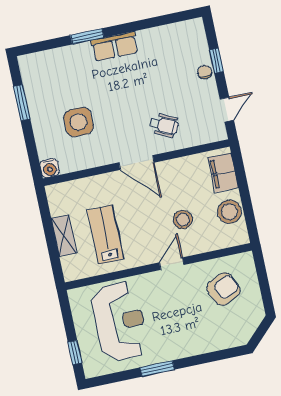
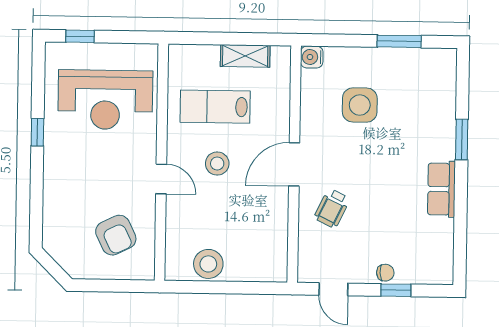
row of seats: (115, 46) -> (441, 189), moved
filing cabinet: (223, 173) -> (258, 267), removed
stool: (183, 220) -> (217, 164), moved
lab bench: (106, 235) -> (215, 107), turned 180
shelving: (64, 236) -> (245, 56), moved
window: (157, 369) -> (37, 132), width x0.67

